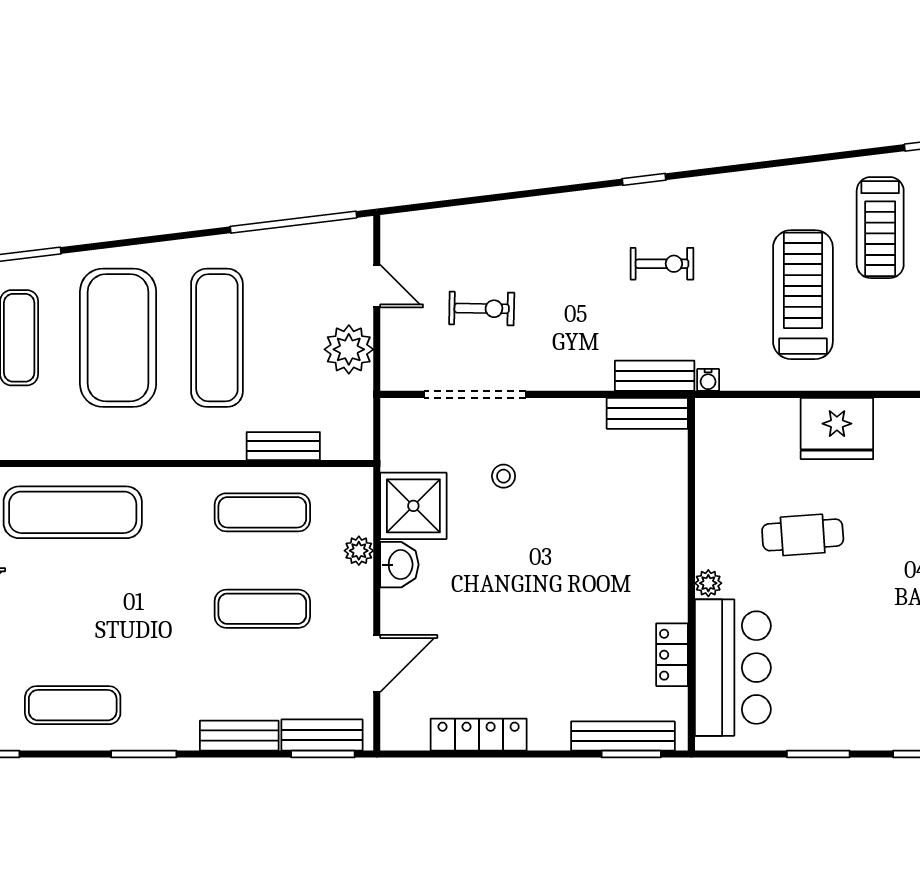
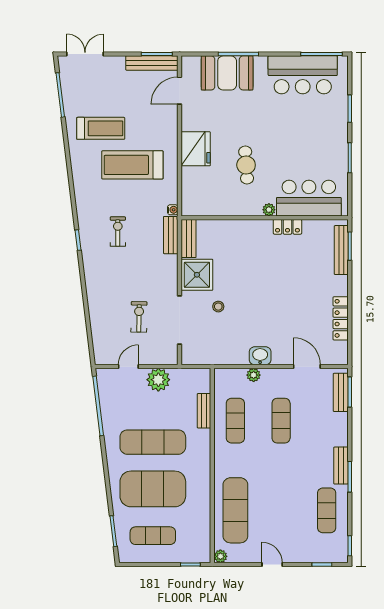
shower: (413, 506) -> (197, 275), moved
locker: (672, 655) -> (287, 227), moved
bench: (239, 736) -> (341, 466), moved

